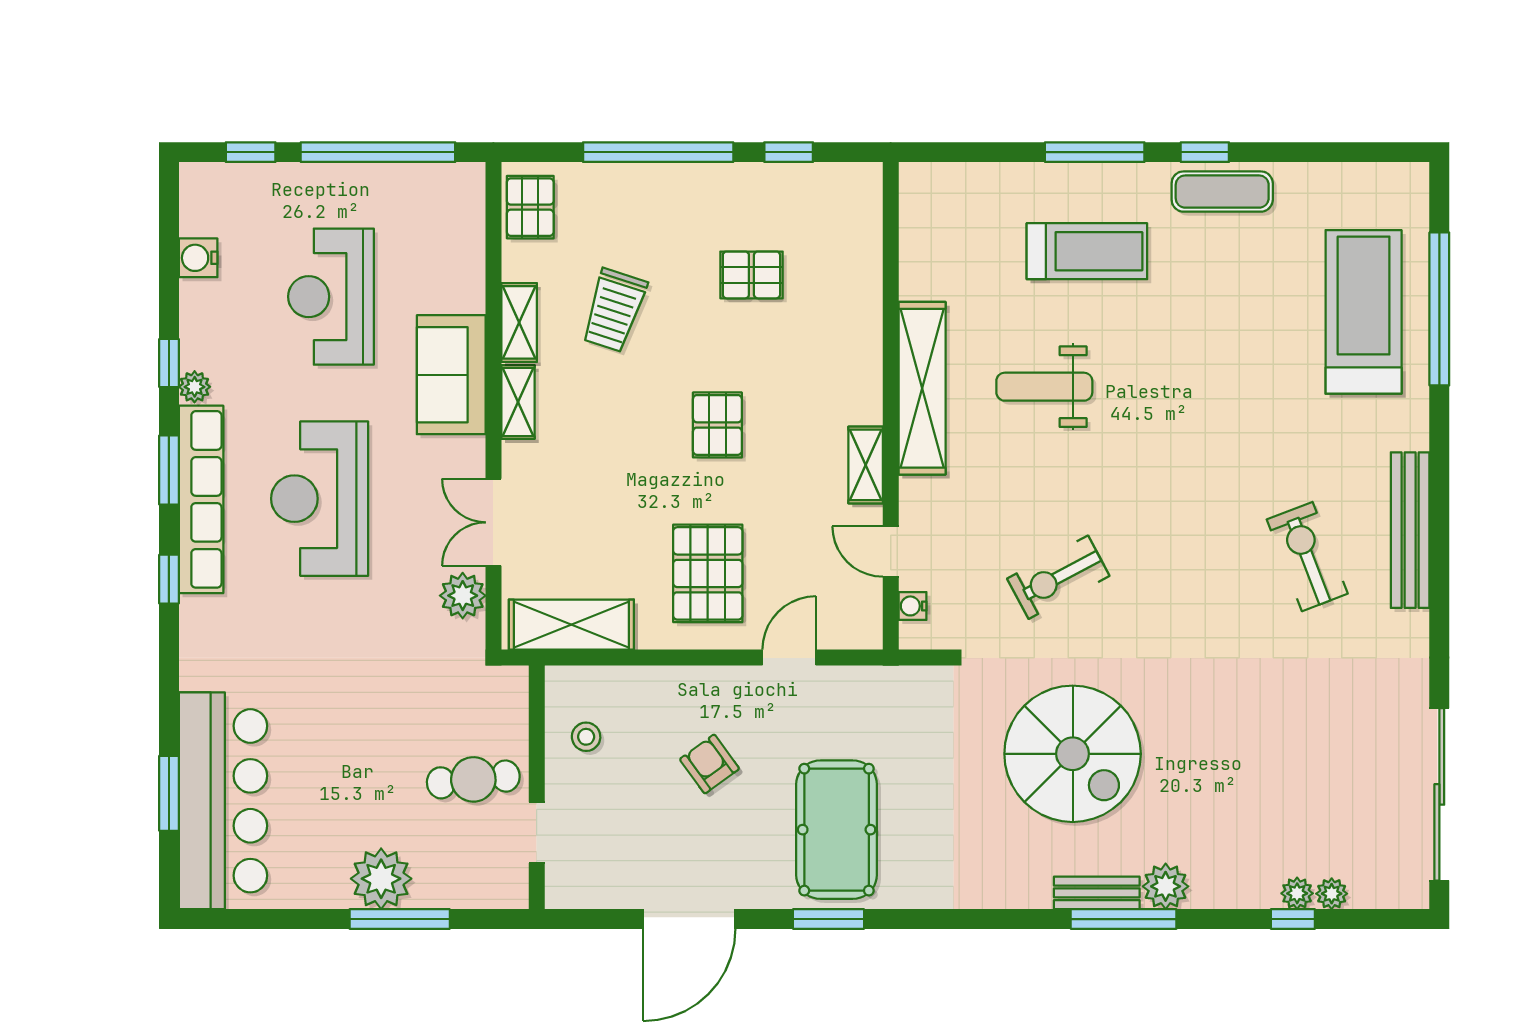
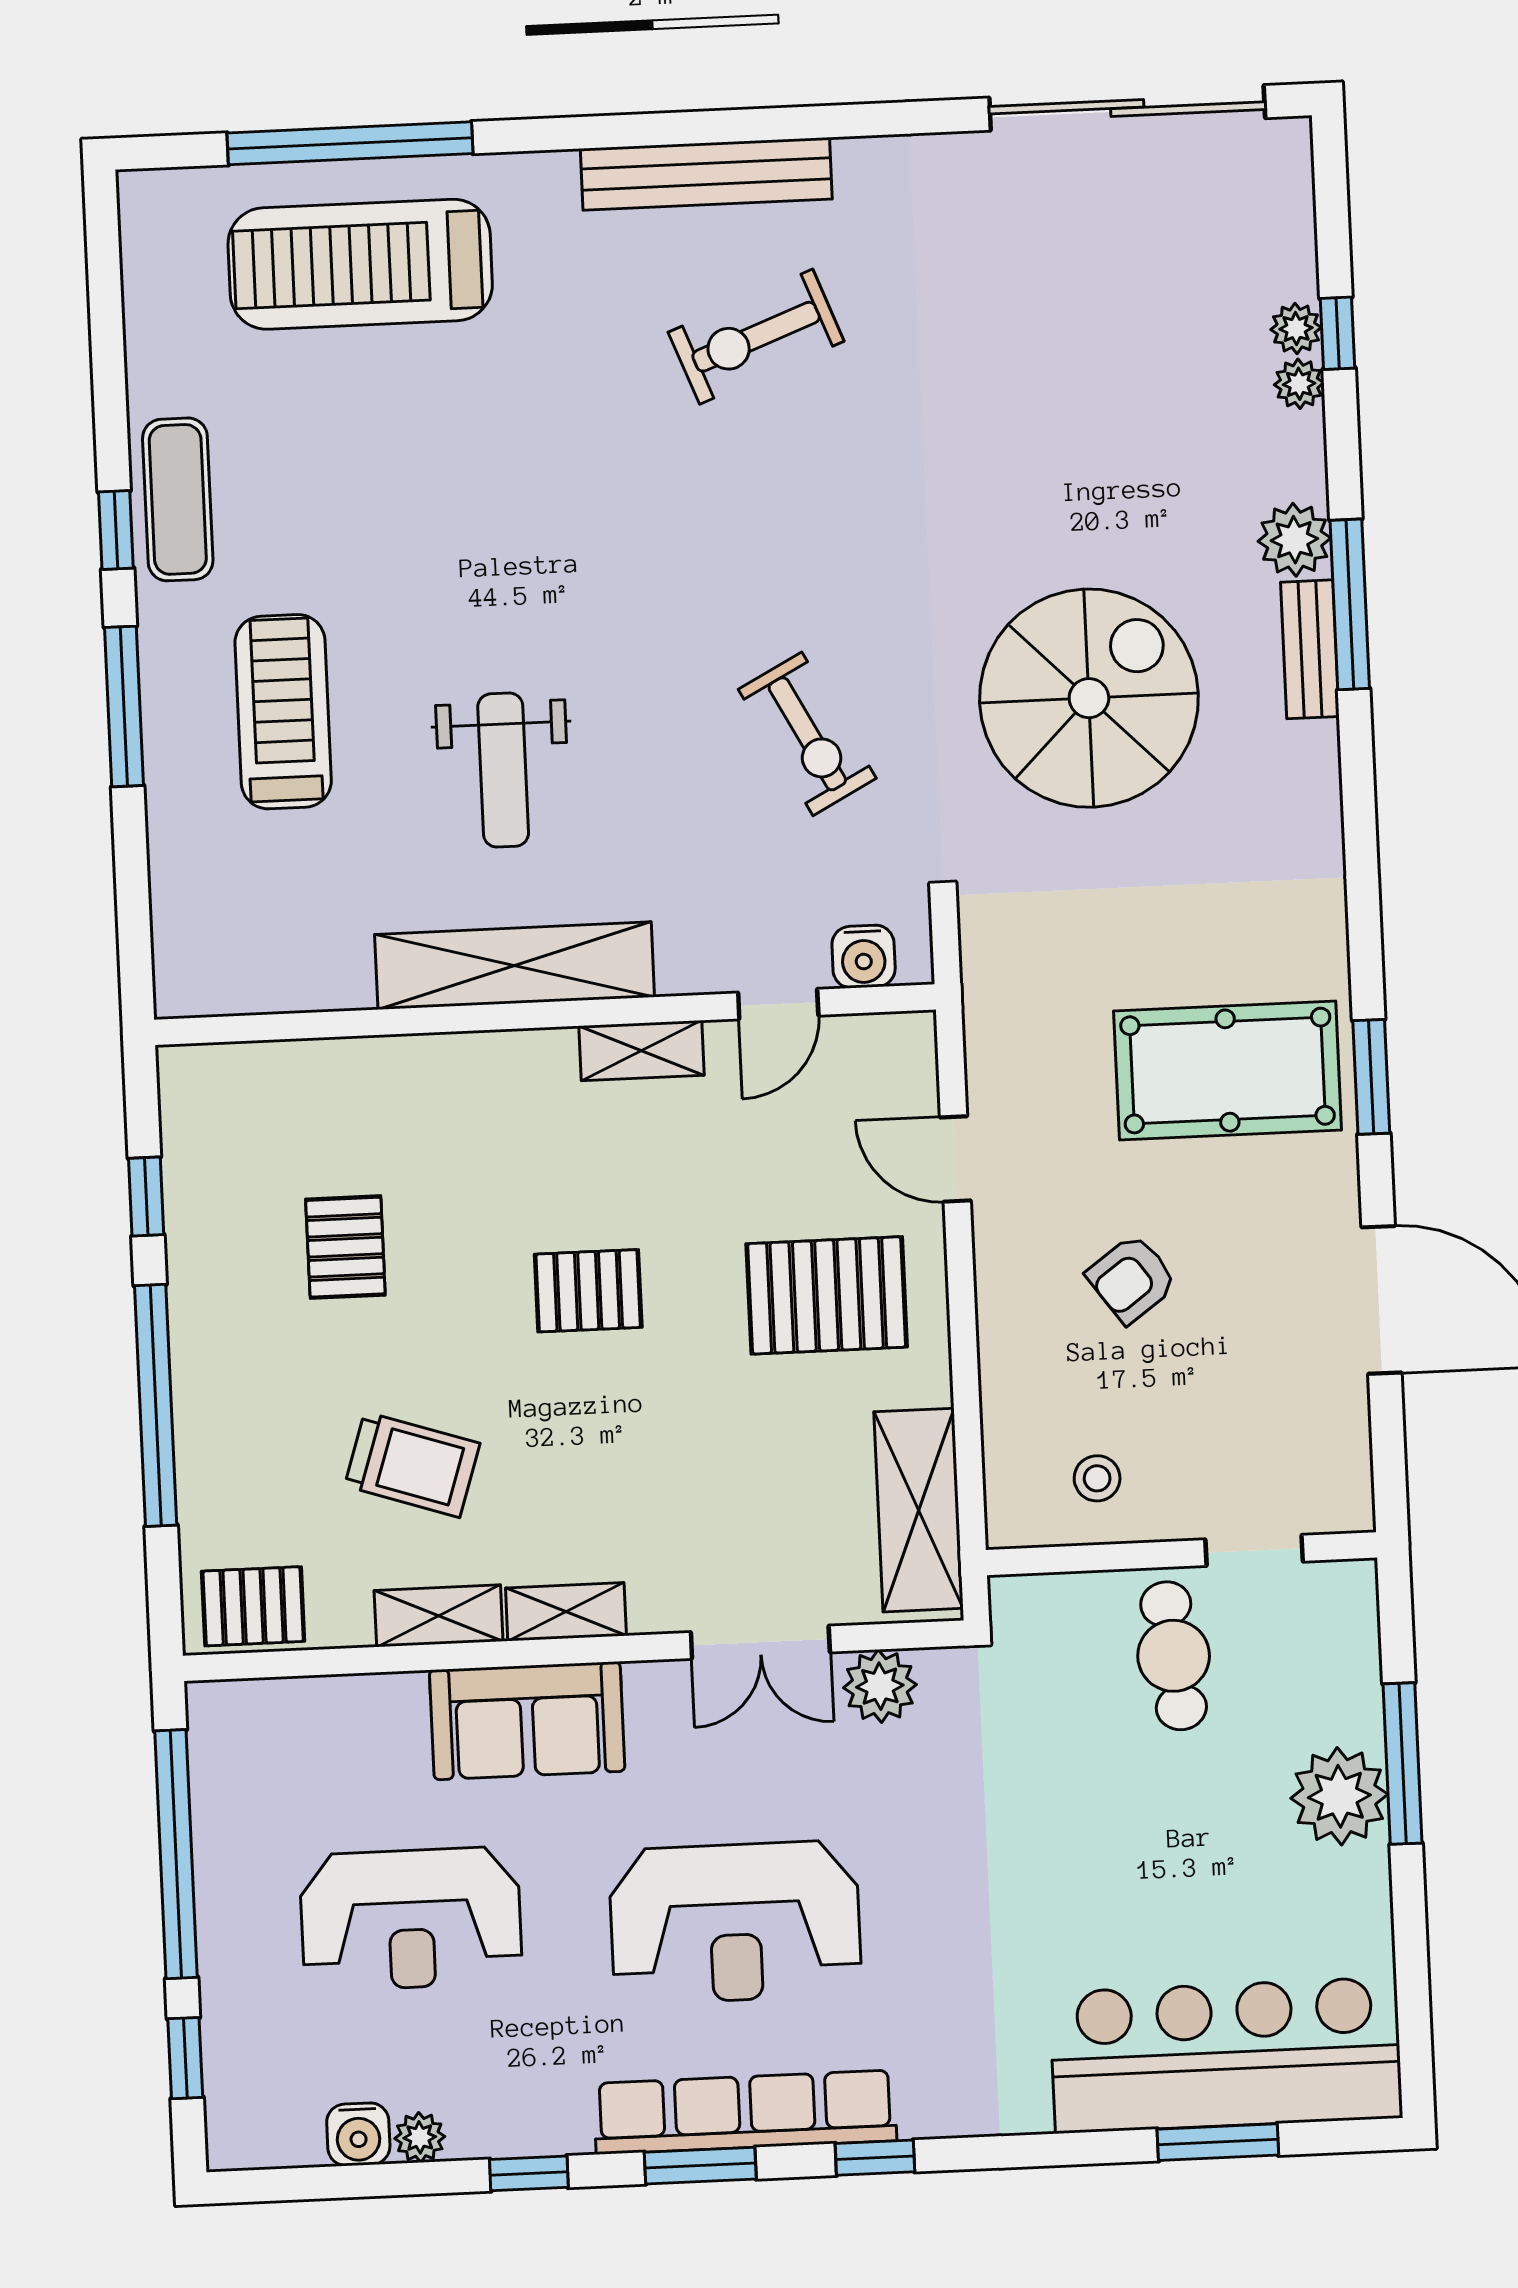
plant: (195, 387) -> (420, 2137), moved
water cooler: (913, 606) -> (864, 957), width x1.38, depth x1.38
plant: (1332, 894) -> (1299, 384), moved

